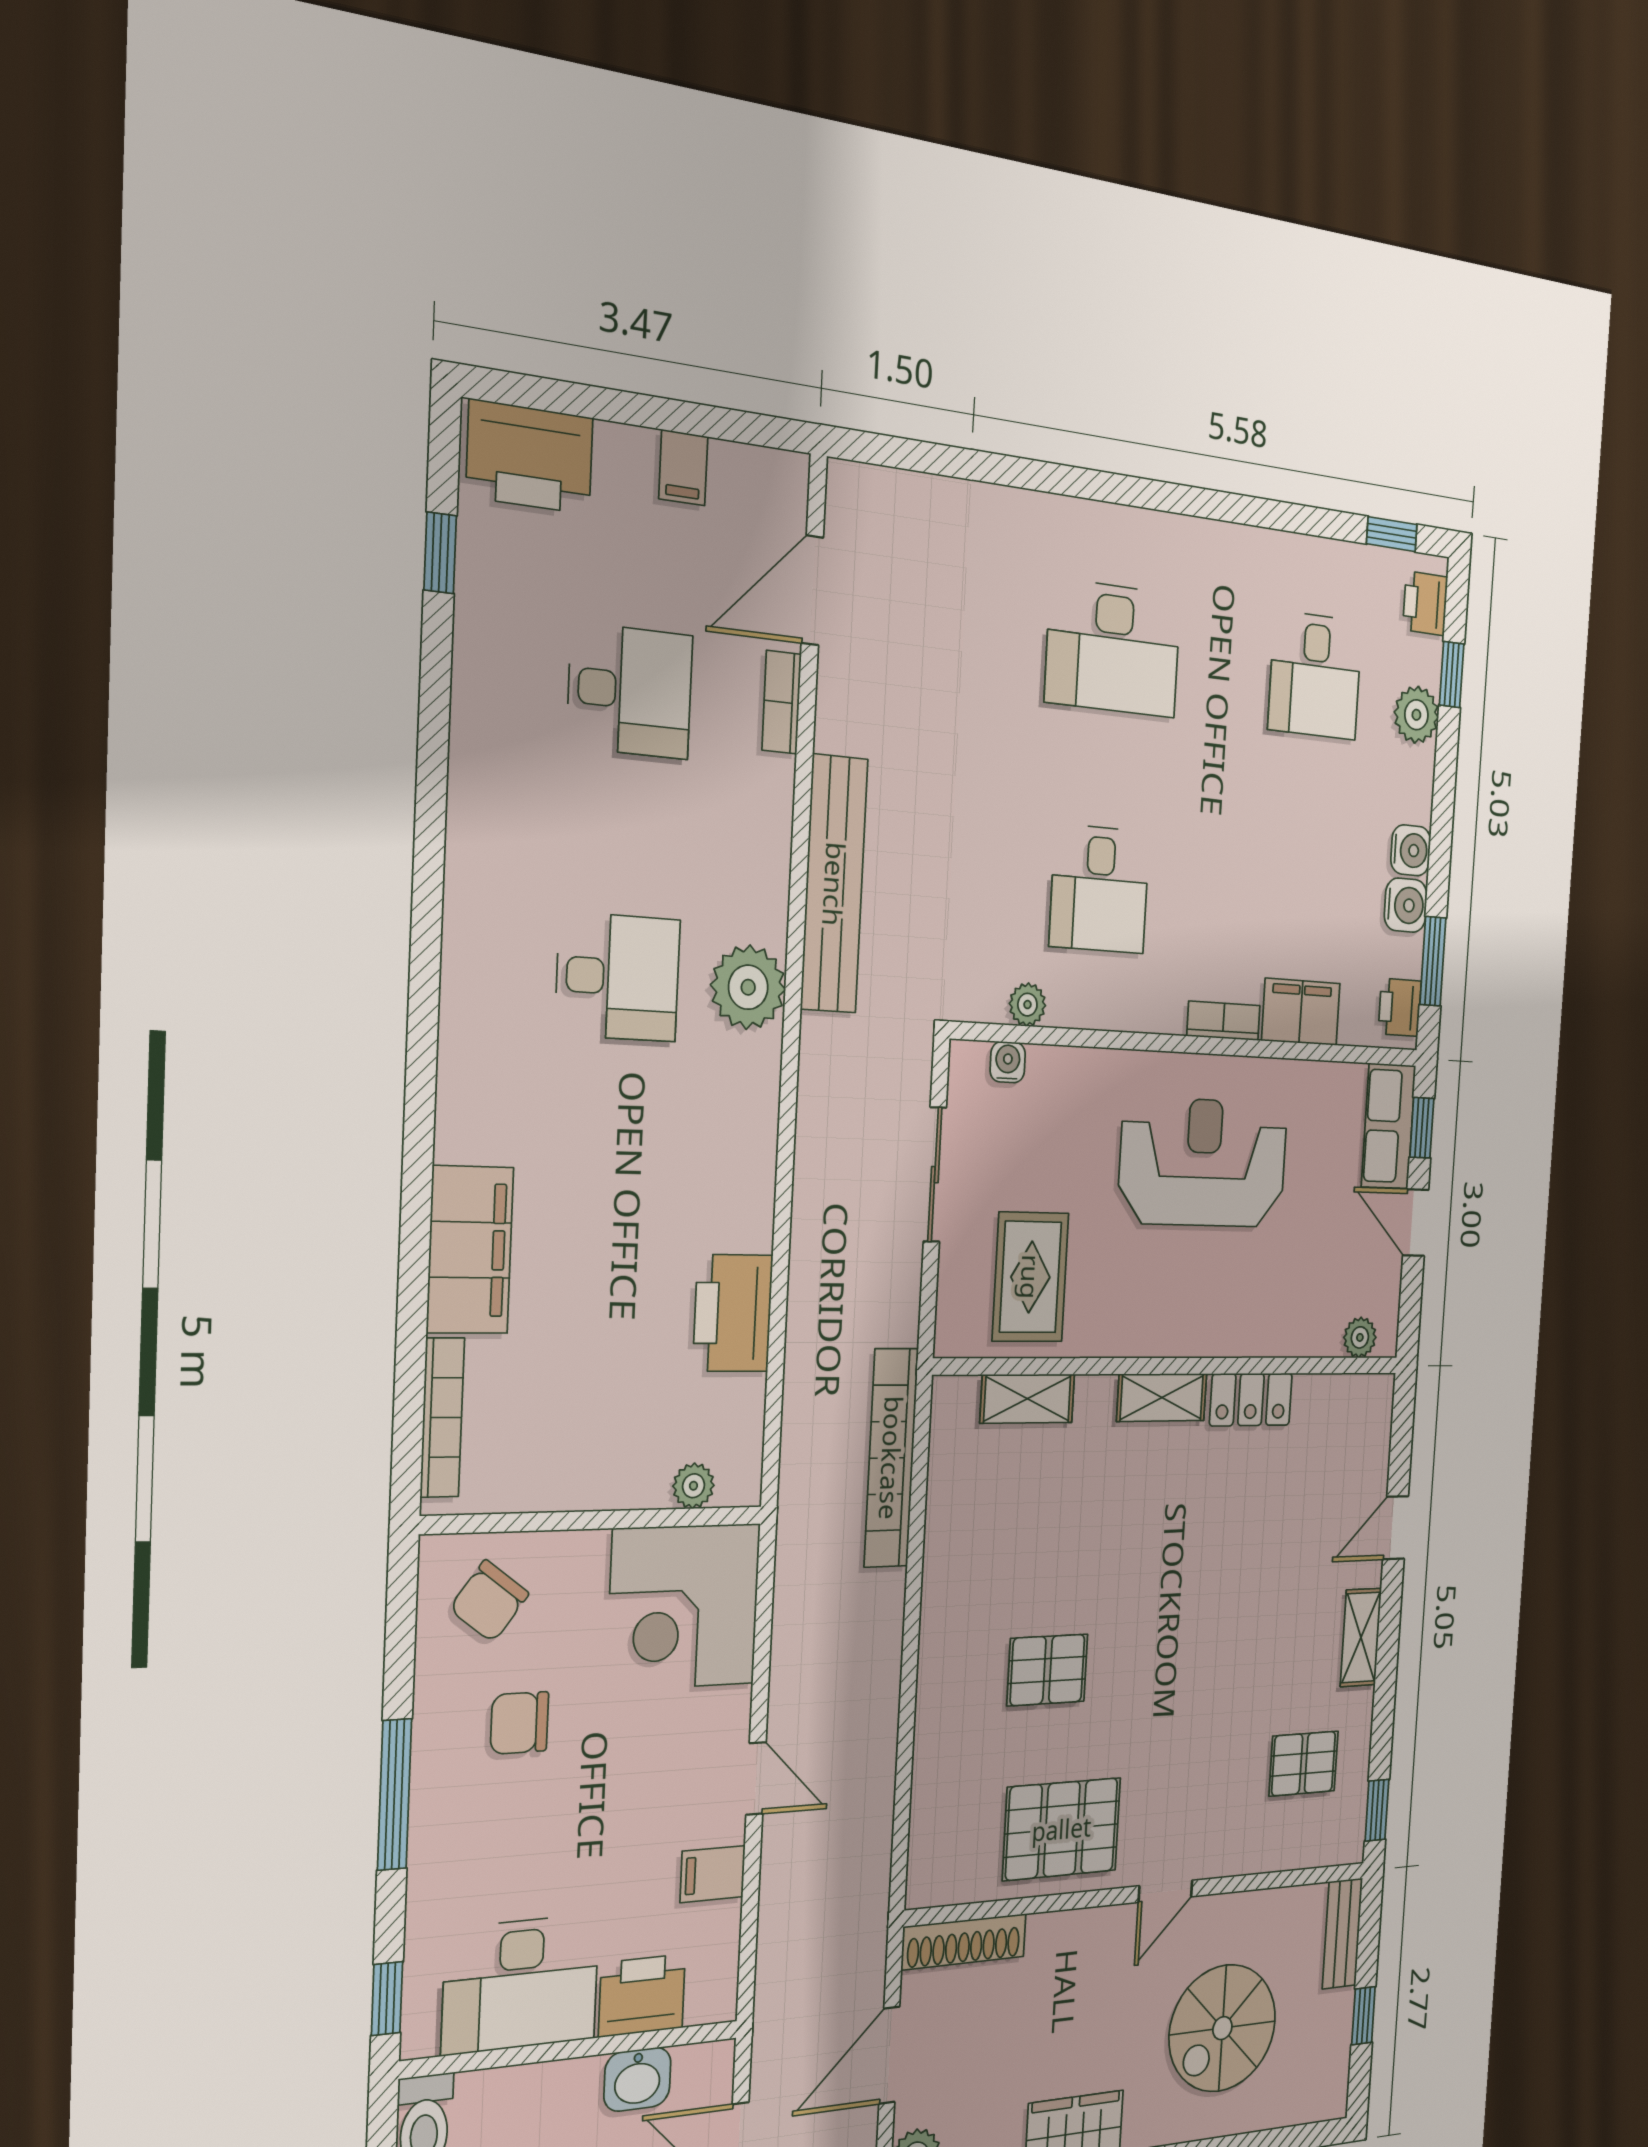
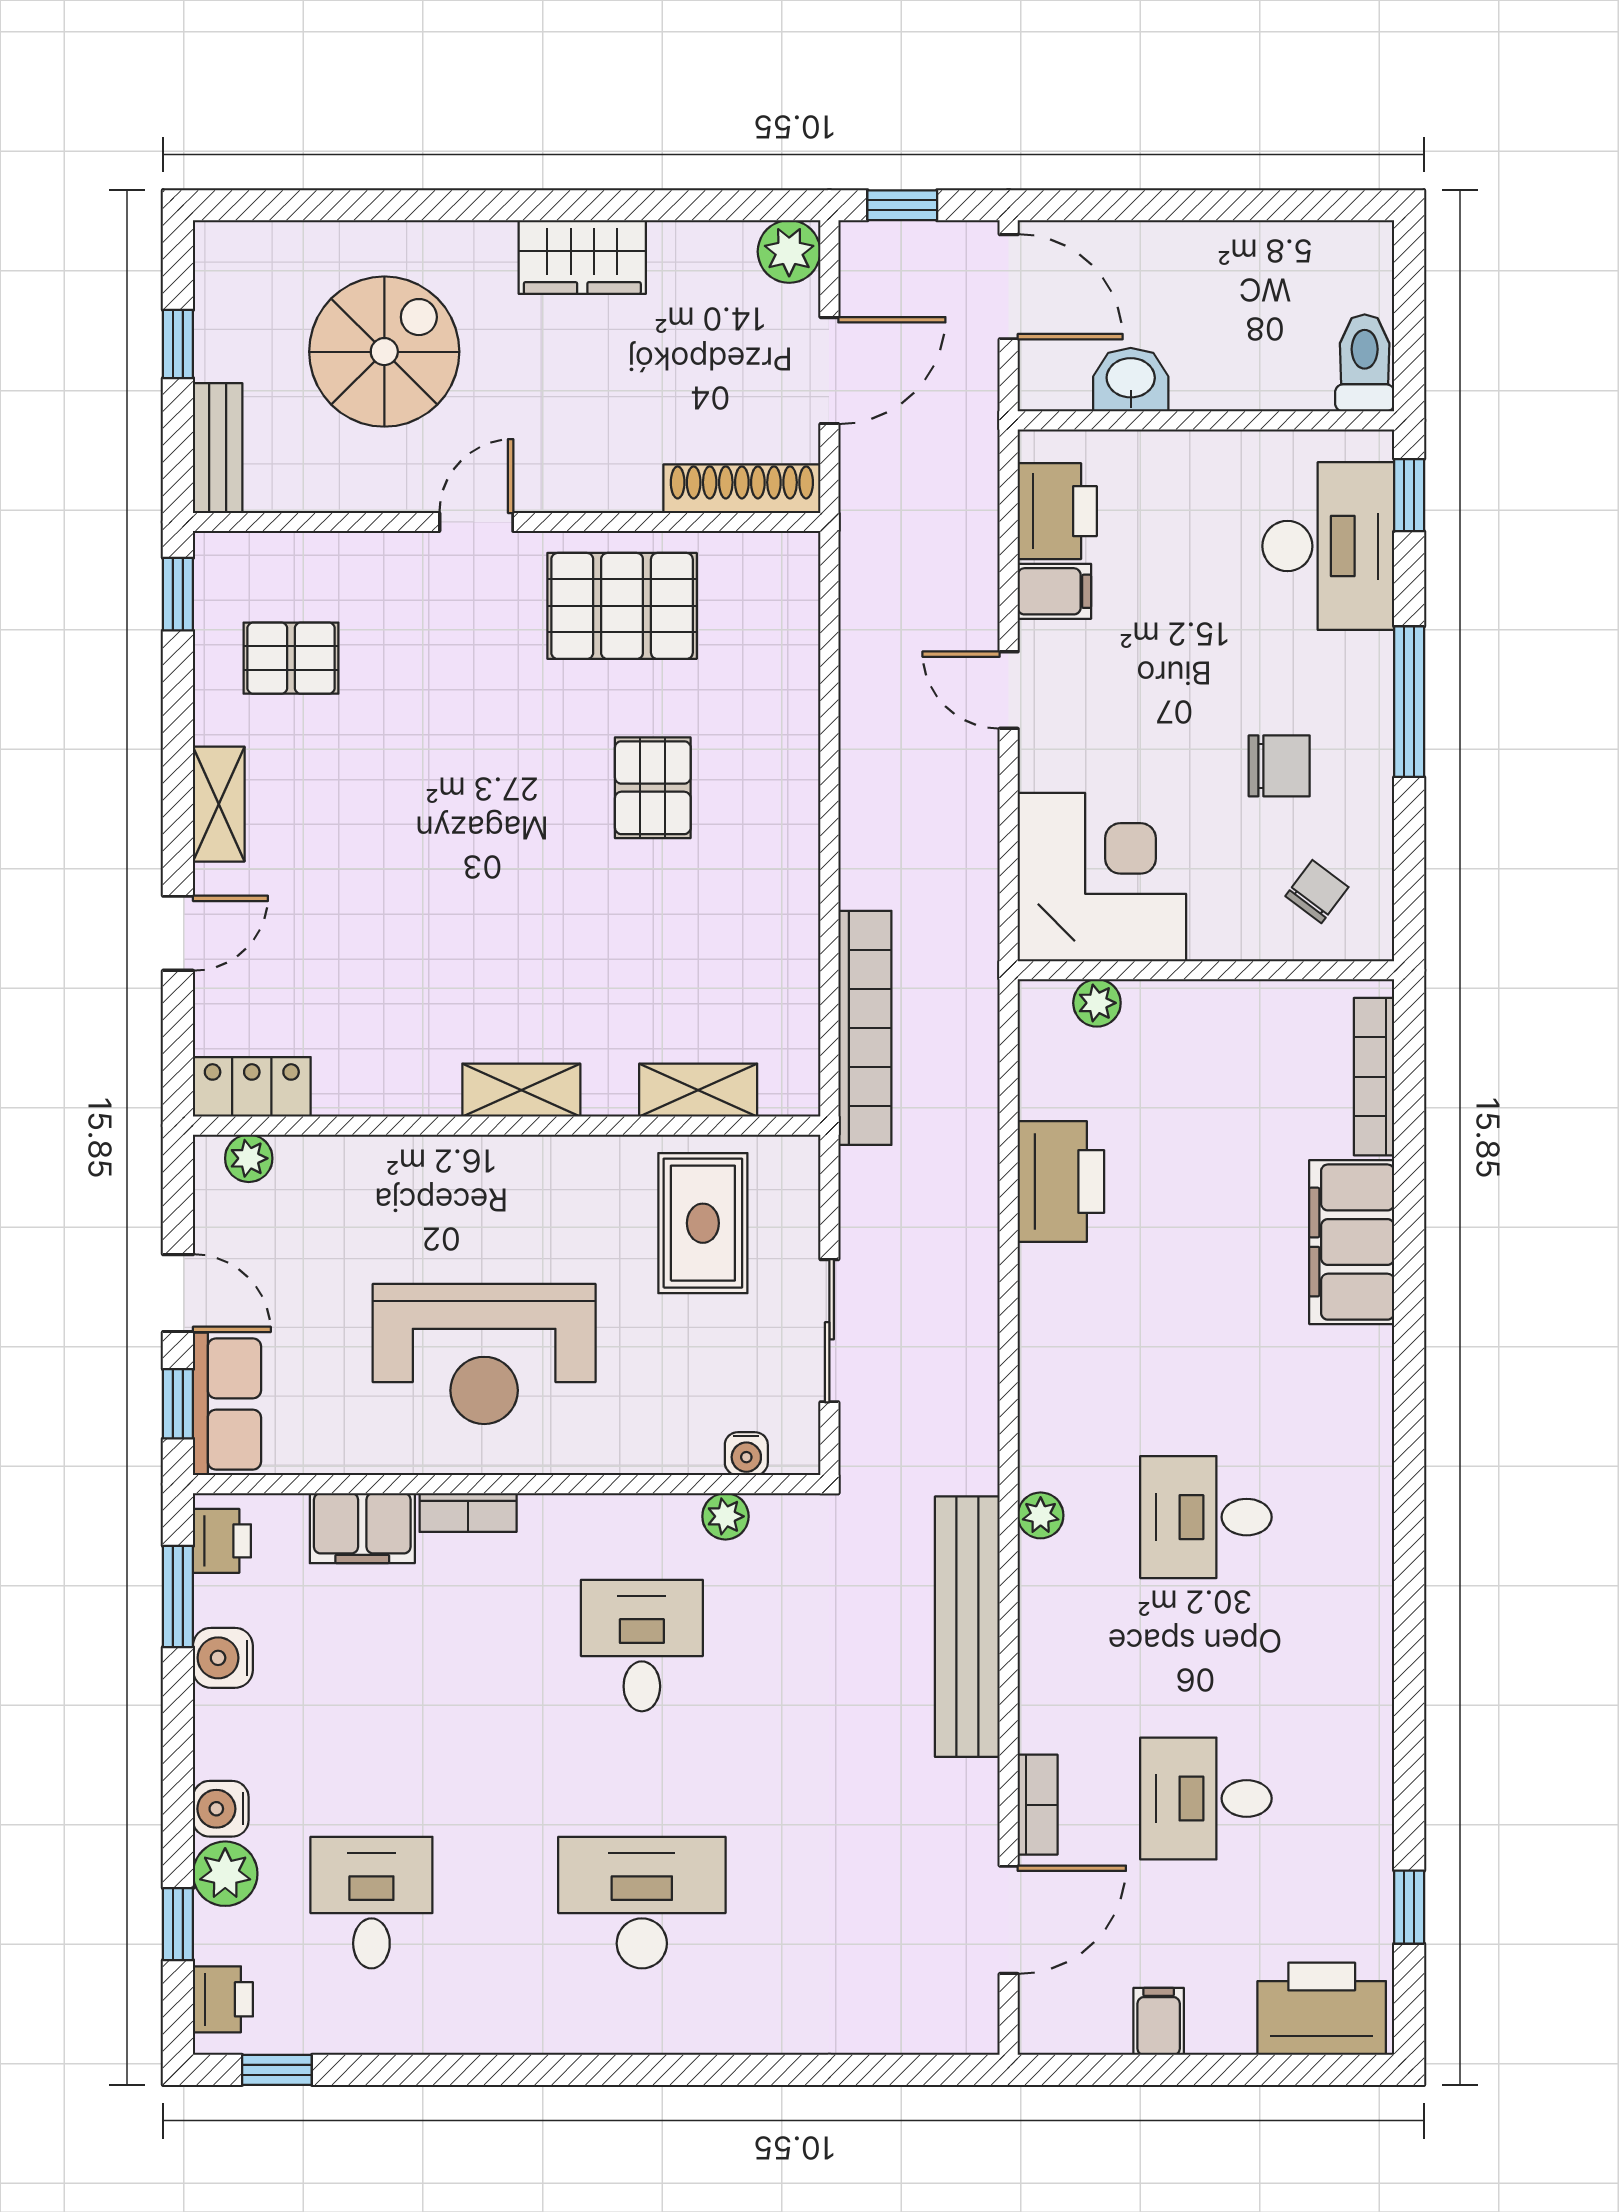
water cooler: (1411, 850) -> (221, 1809), moved
plant: (748, 987) -> (1041, 1515), width x0.53, depth x0.53
locker: (1251, 1400) -> (252, 1087), moved
chair: (489, 1601) -> (1317, 892), width x0.73, depth x0.73
pallet: (1047, 1670) -> (653, 788), turned 90
desk: (521, 1984) -> (1328, 546), moved, turned 90
printer: (642, 1995) -> (1057, 511), moved, turned -90

